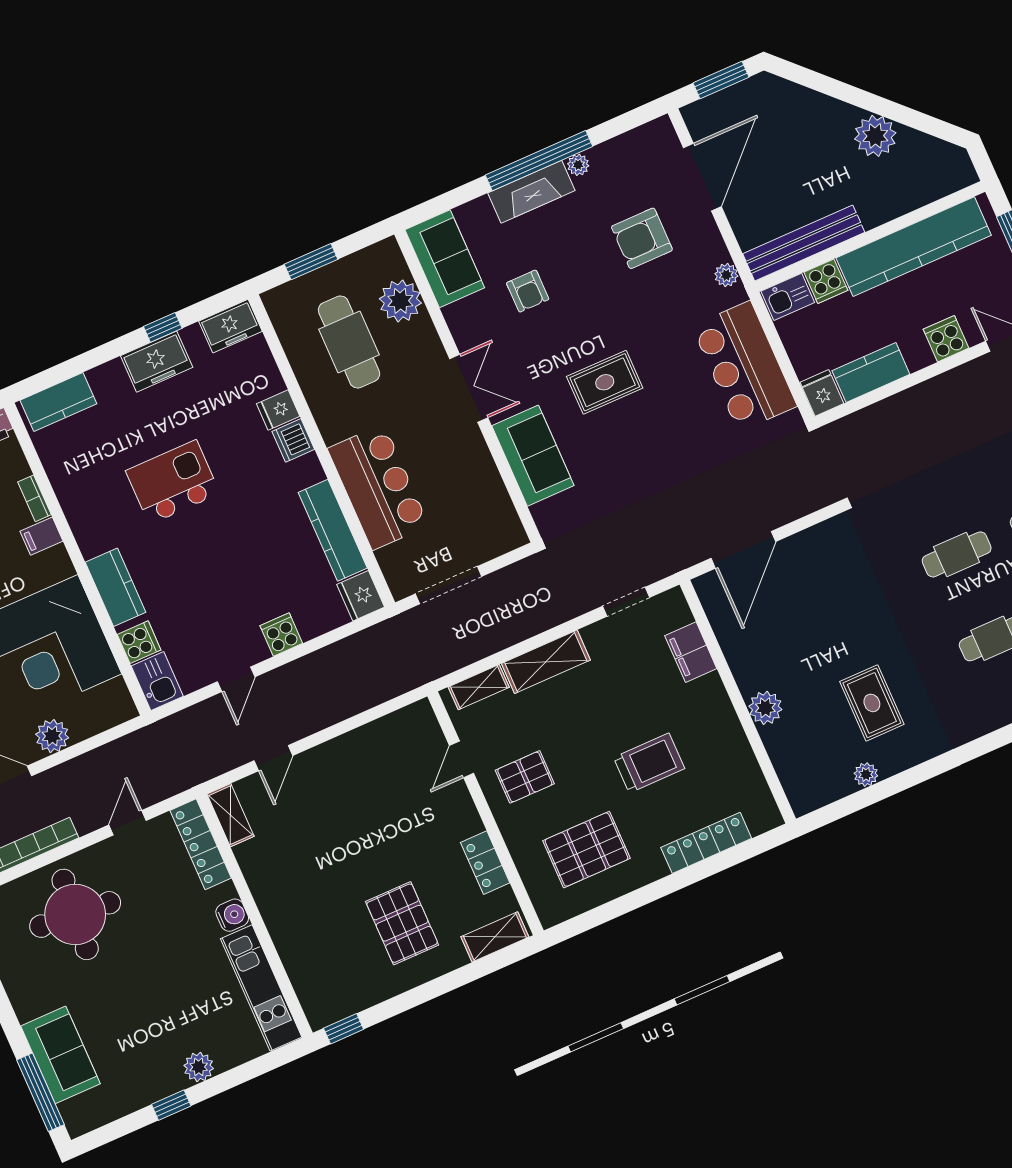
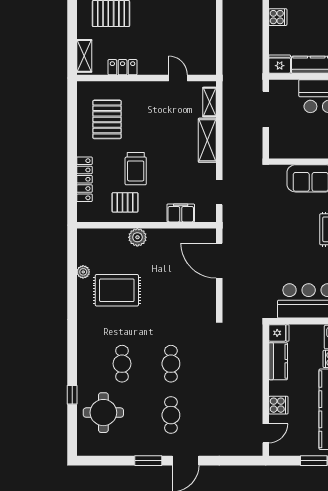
rug: (872, 703) -> (117, 290), width x1.36, depth x1.43
pallet: (525, 777) -> (125, 202), moved, turned 90

